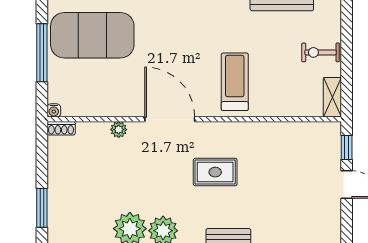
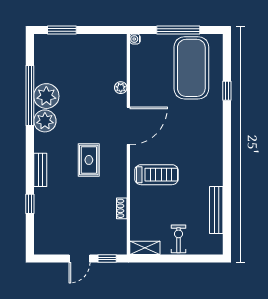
shoe rack: (61, 128) -> (122, 208), moved

